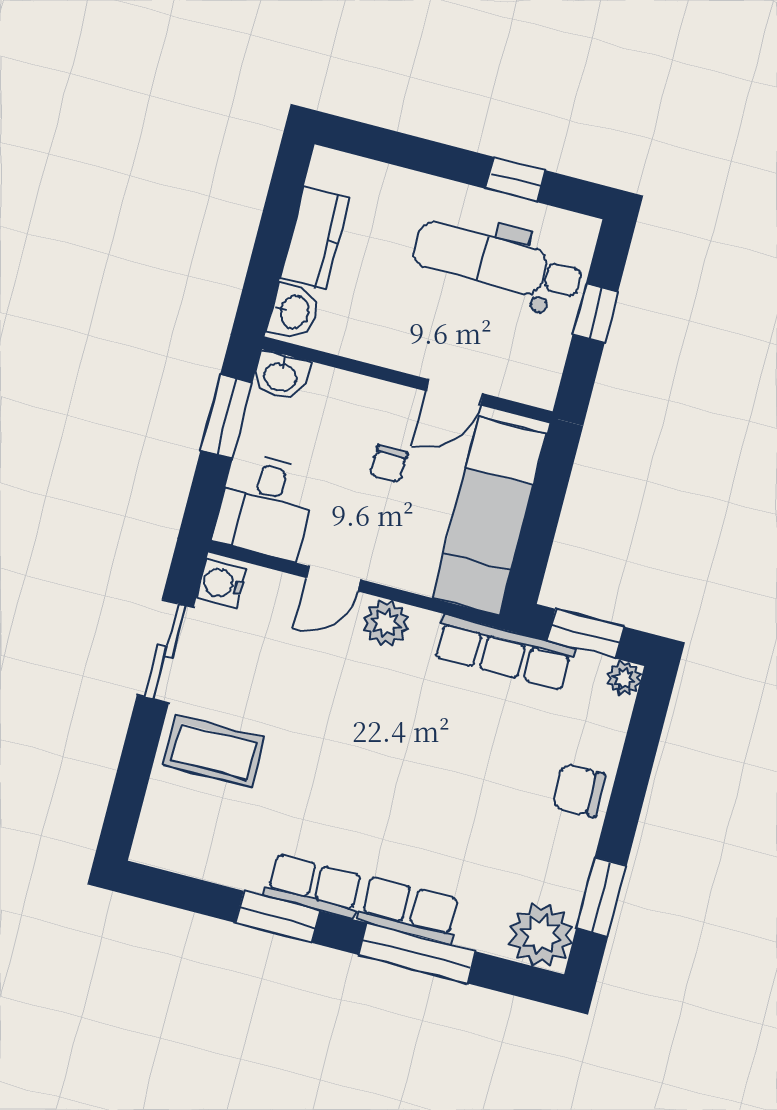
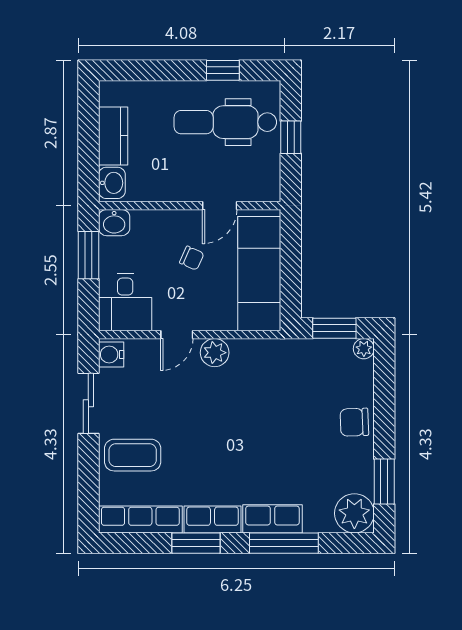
chair: (389, 464) -> (192, 258), turned -66
row of seats: (504, 652) -> (140, 519), moved, turned 180

